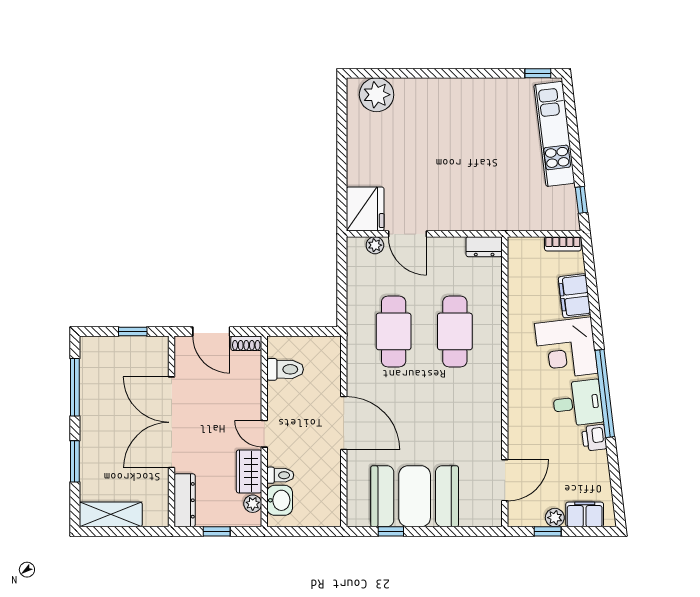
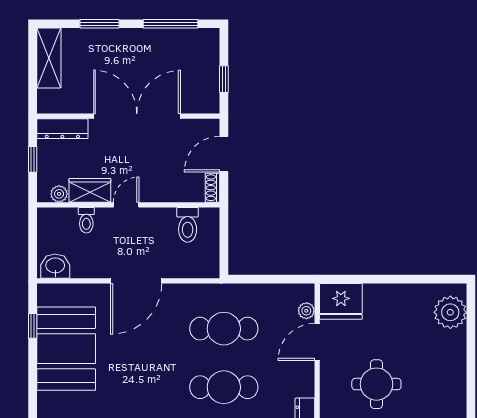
round table: (452, 172) -> (376, 384), added
washbasin: (280, 500) -> (55, 266), moved, turned 180

